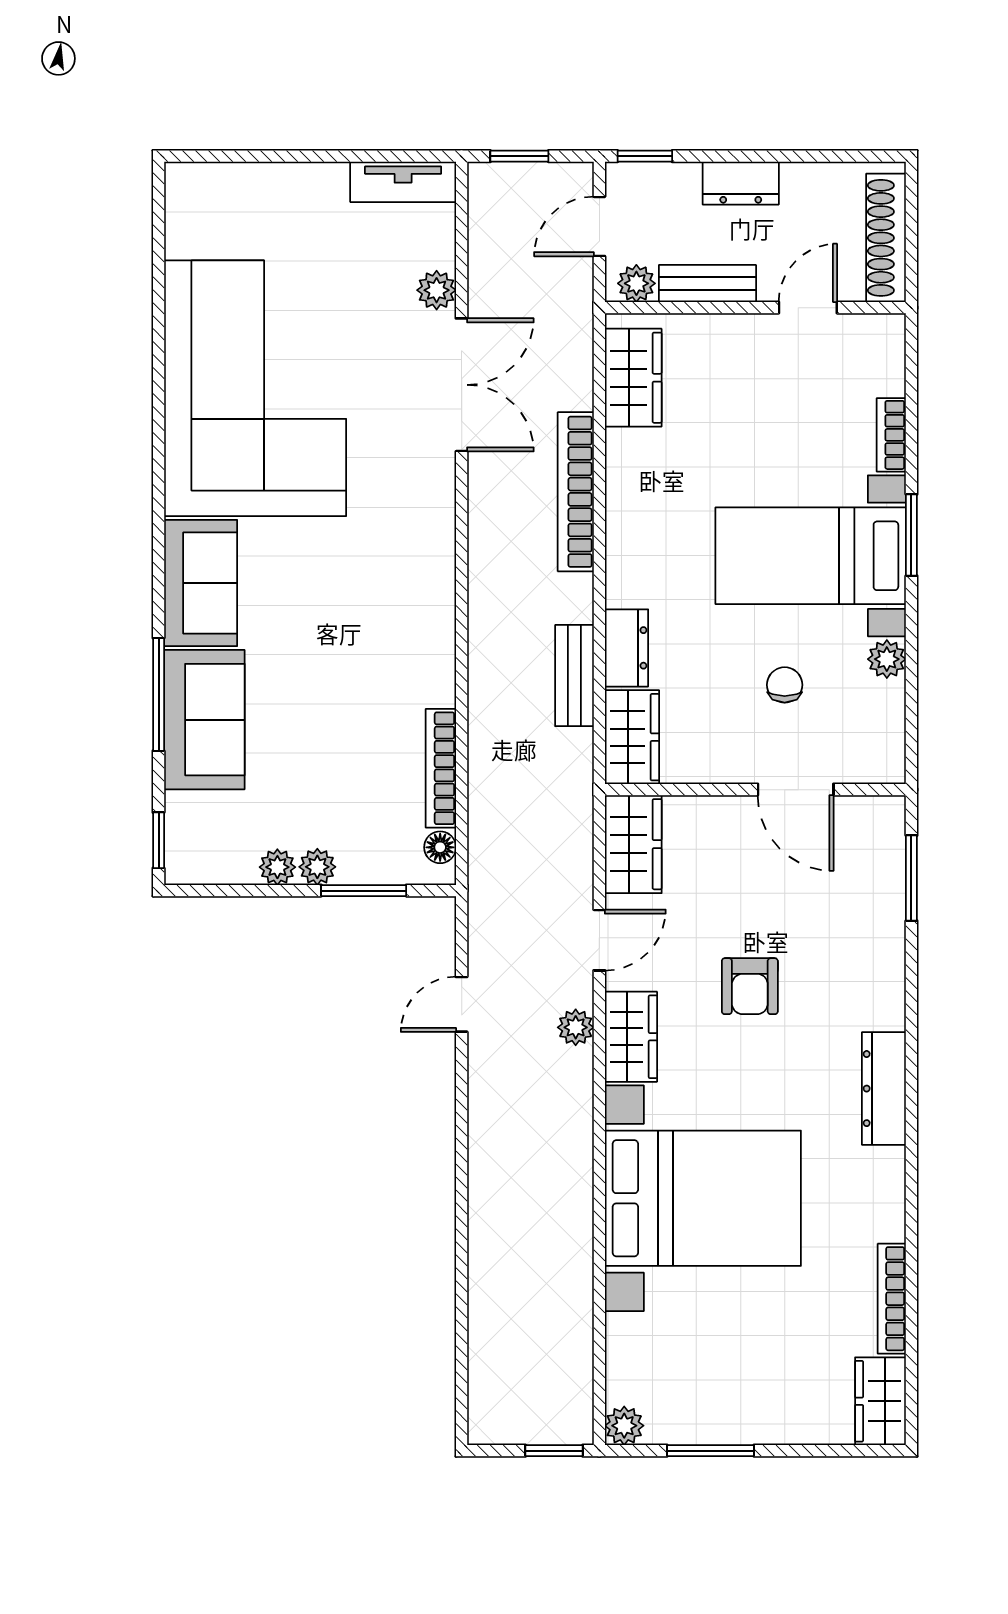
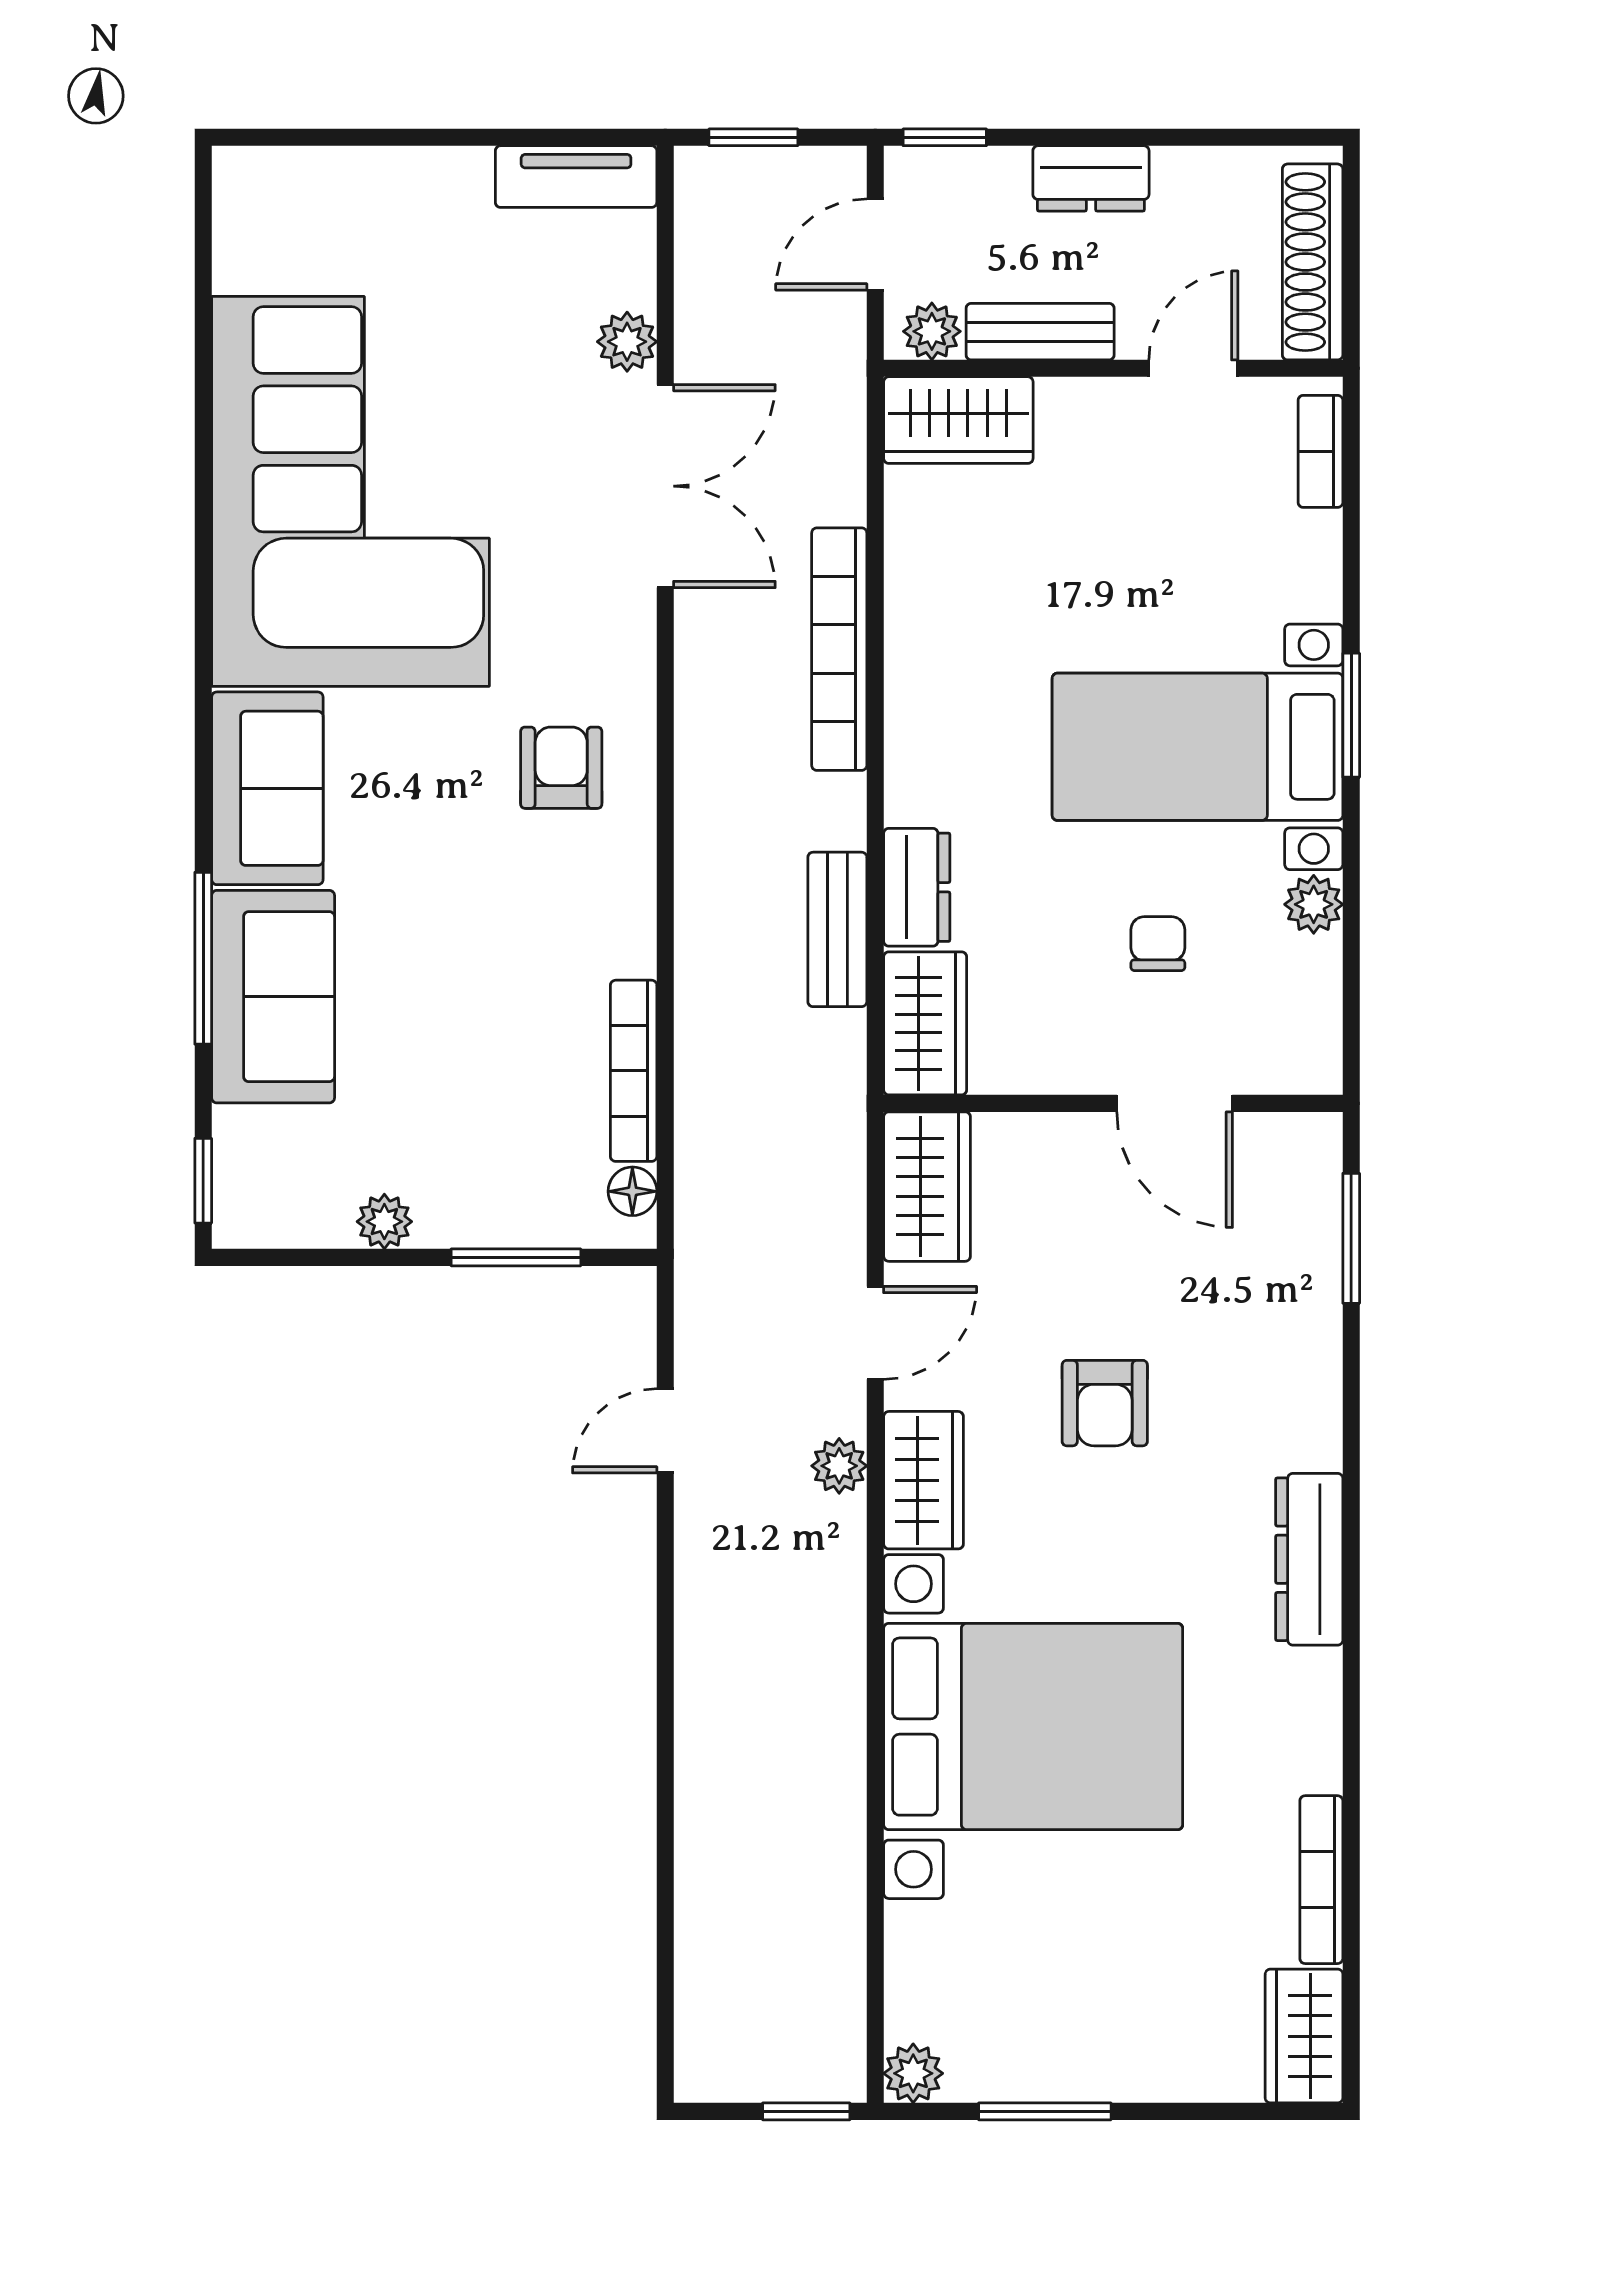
wardrobe: (633, 378) -> (958, 420), moved, turned 90
bookcase: (891, 435) -> (1320, 451), moved
armchair: (393, 569) -> (561, 768), added
plant: (317, 867) -> (445, 1221), removed

